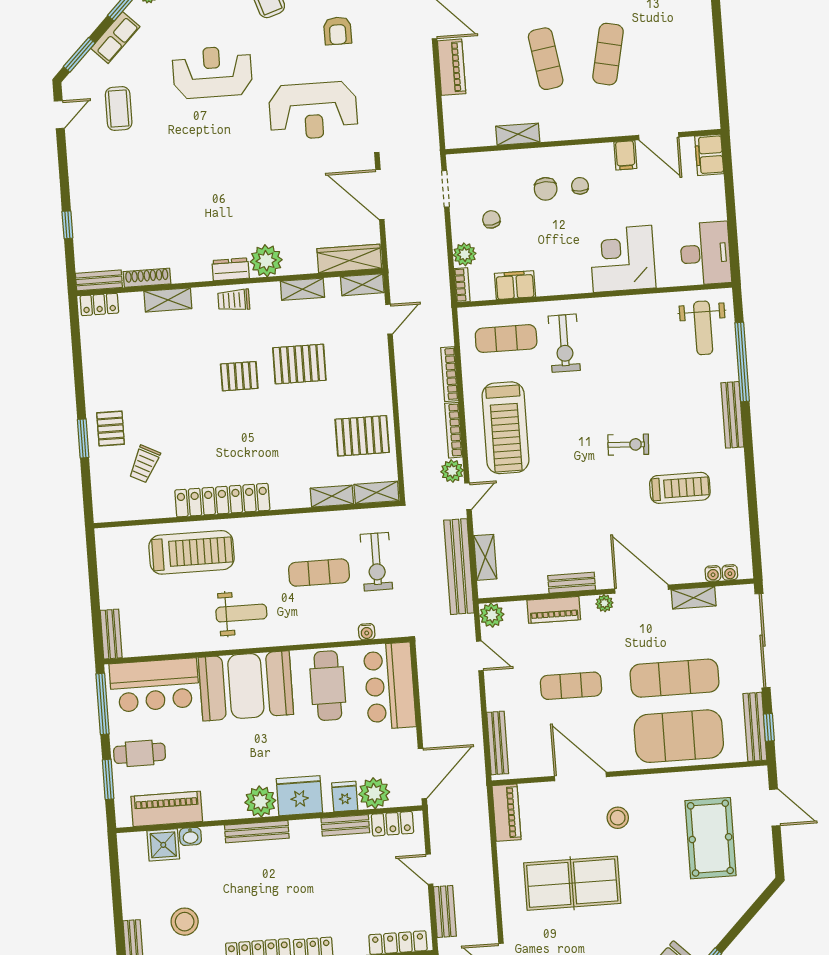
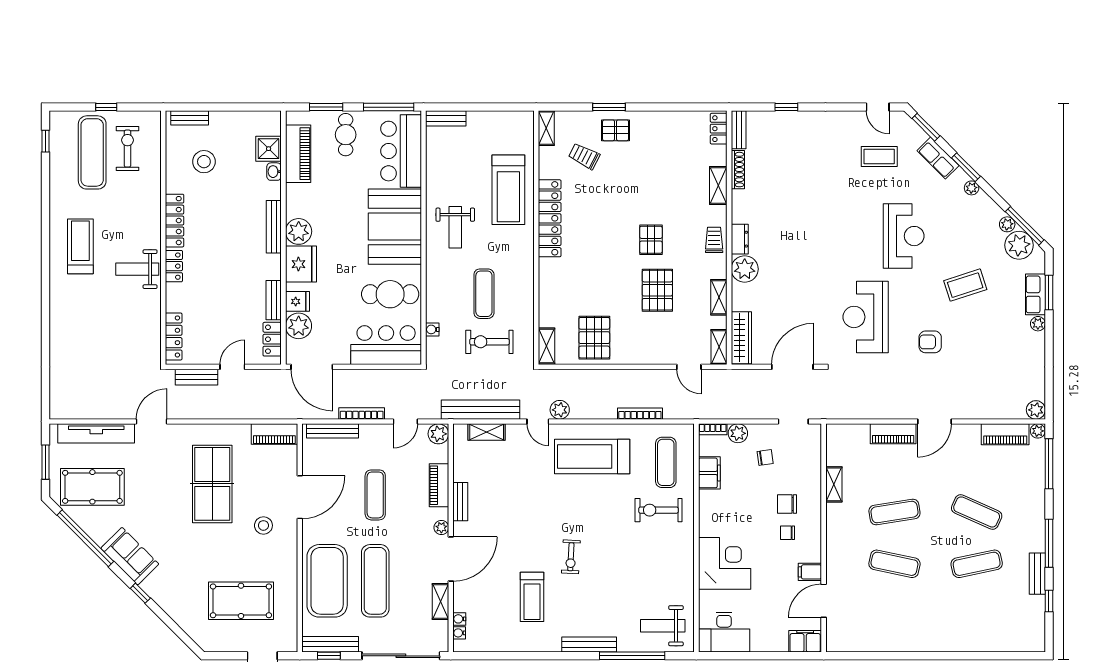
chair: (580, 186) -> (787, 533), turned 180
bookcase: (454, 430) -> (362, 413), moved
shelving: (332, 496) -> (546, 128), moved

